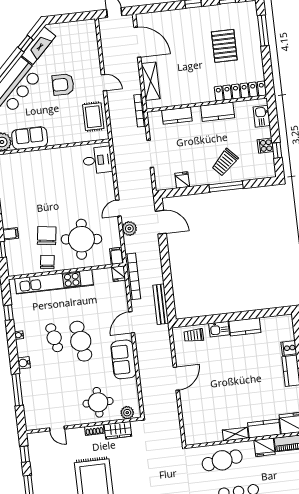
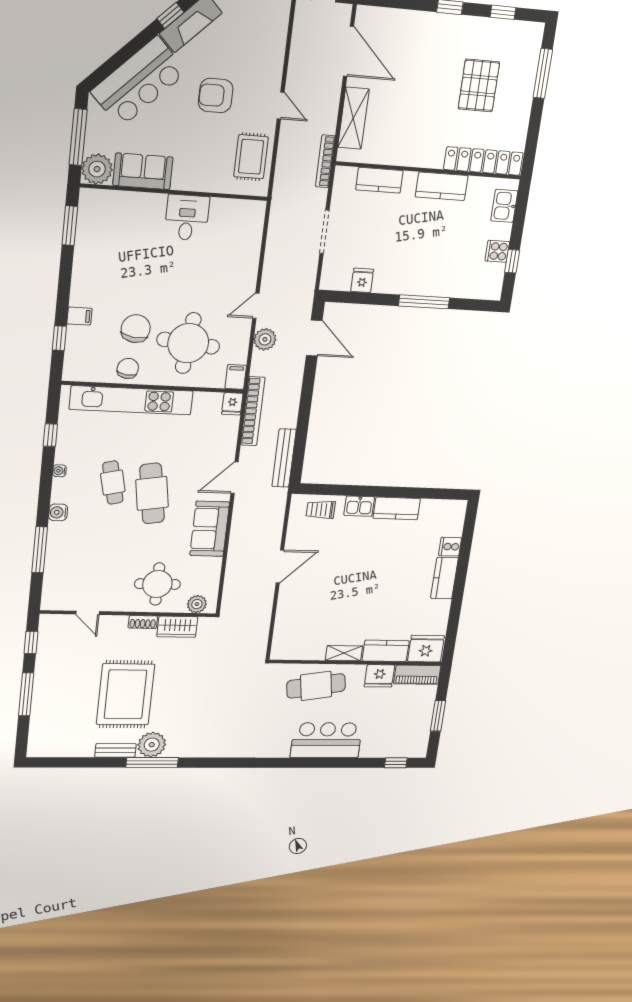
desk: (98, 160) -> (187, 218), moved, turned -90
trolley: (225, 162) -> (432, 265), removed

